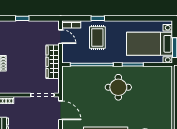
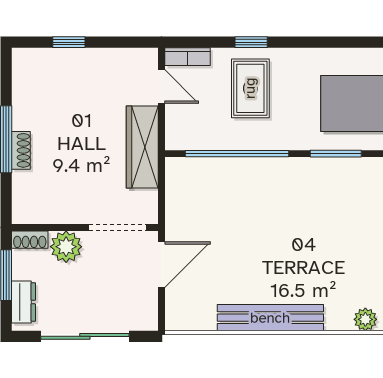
round table: (118, 87) -> (301, 209), removed
plant: (21, 103) -> (66, 247), added
door: (61, 110) -> (162, 265), hinge flipped

